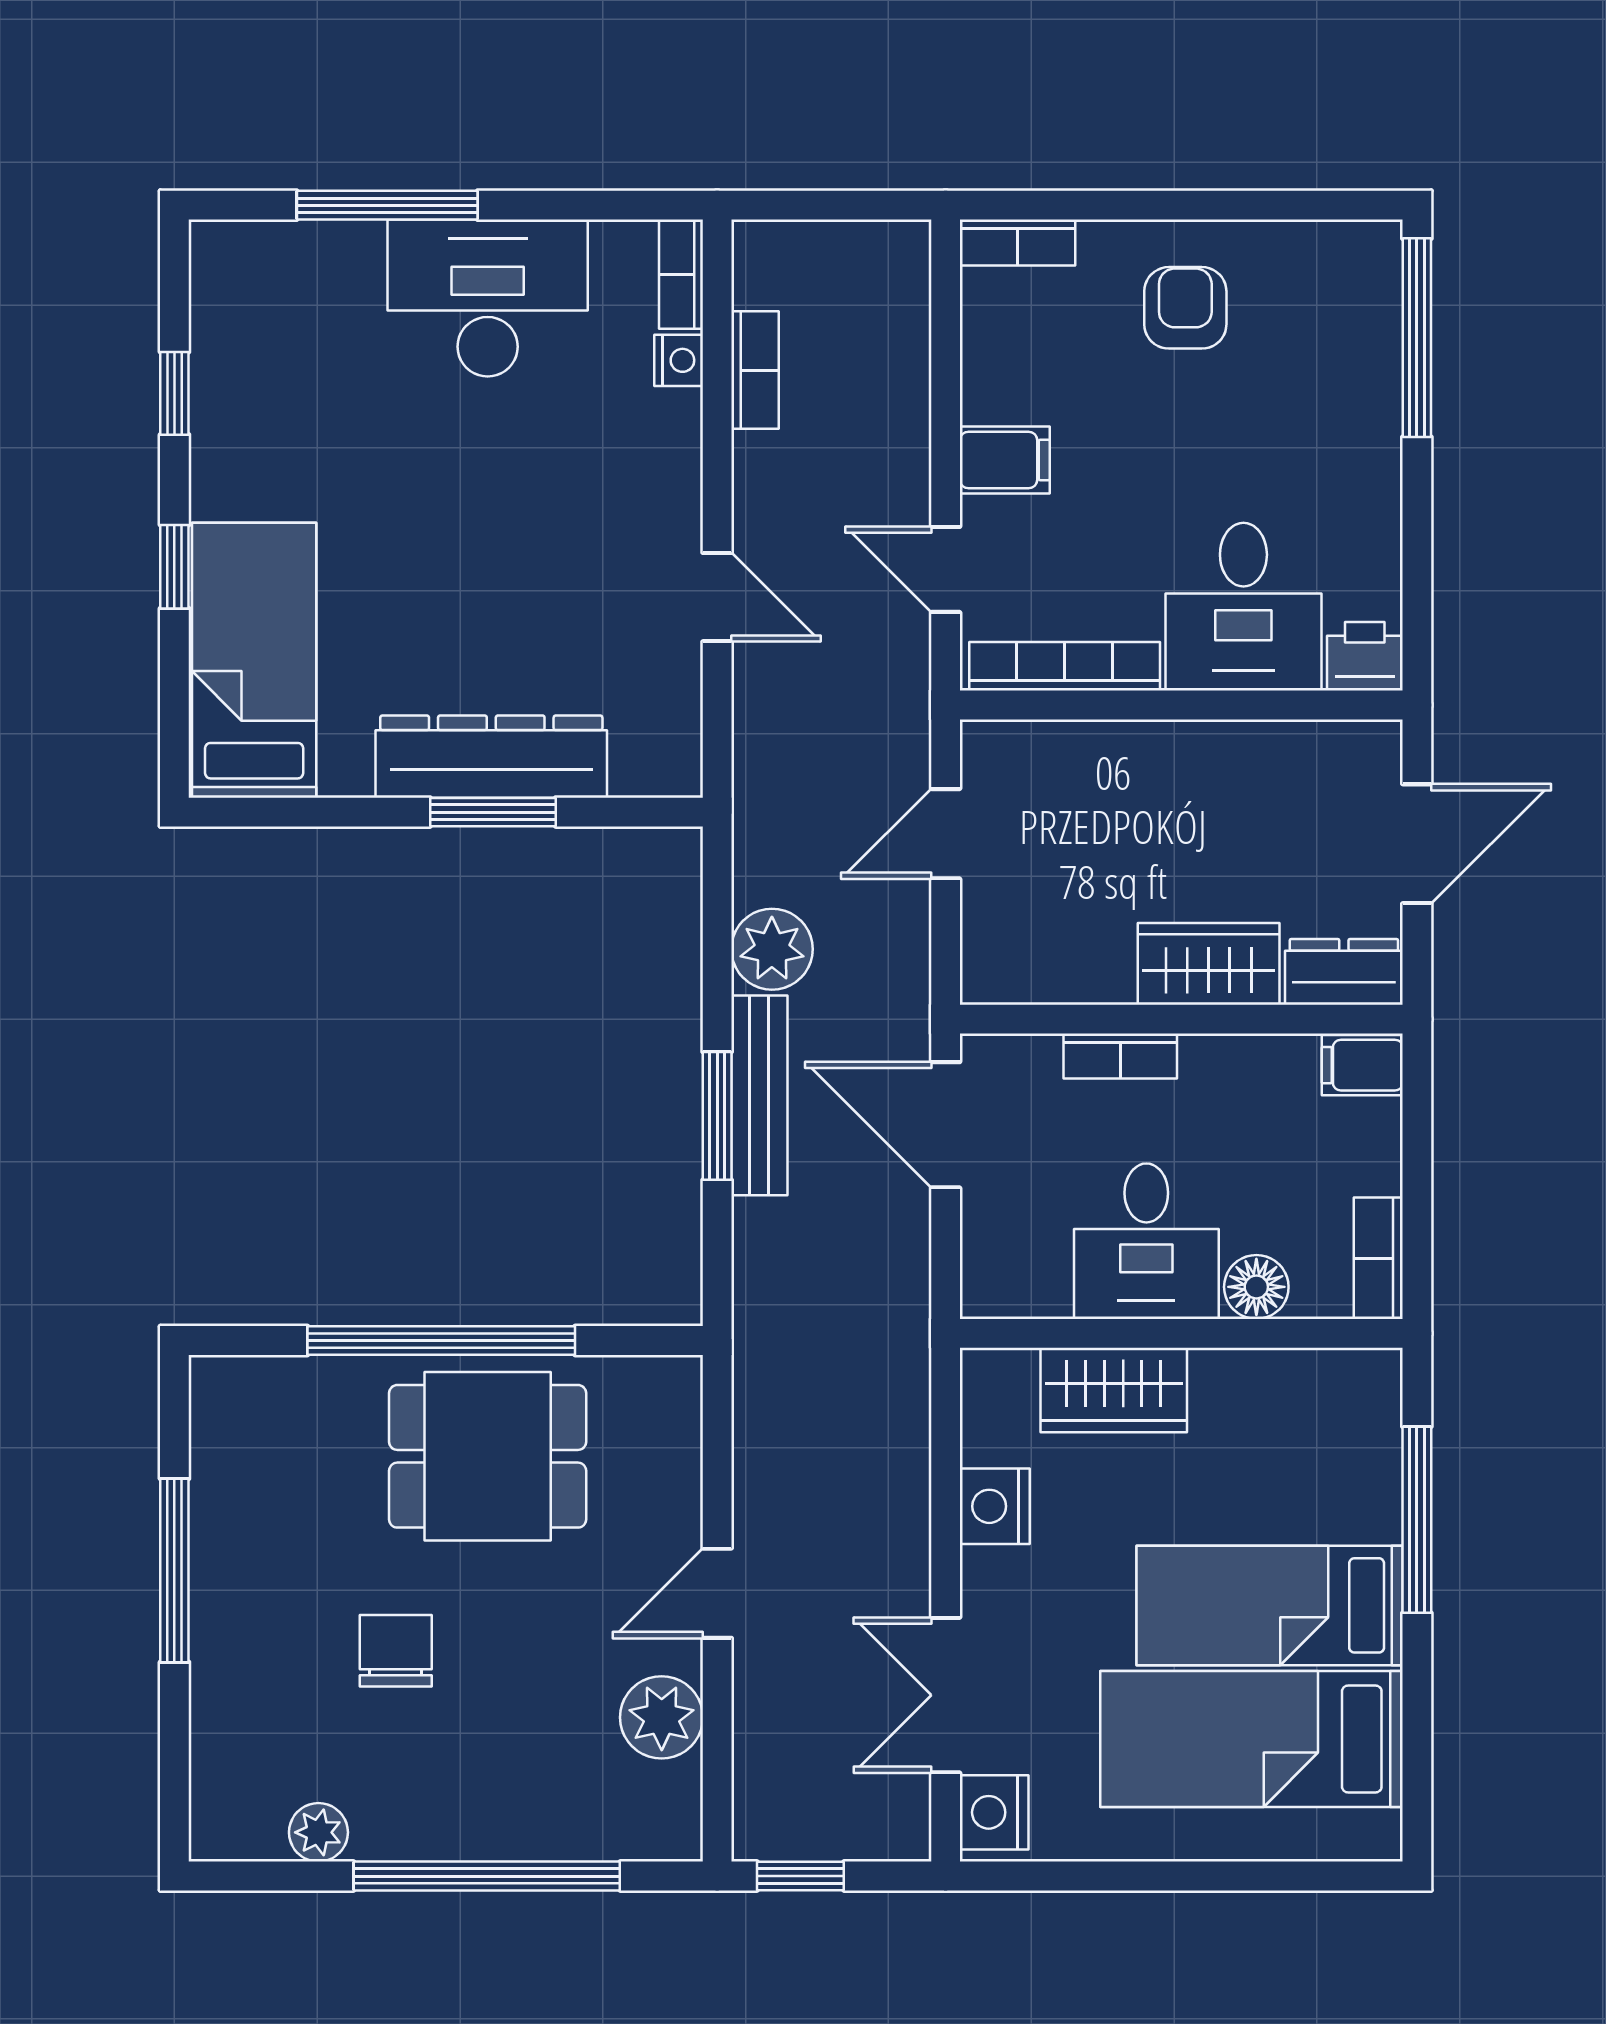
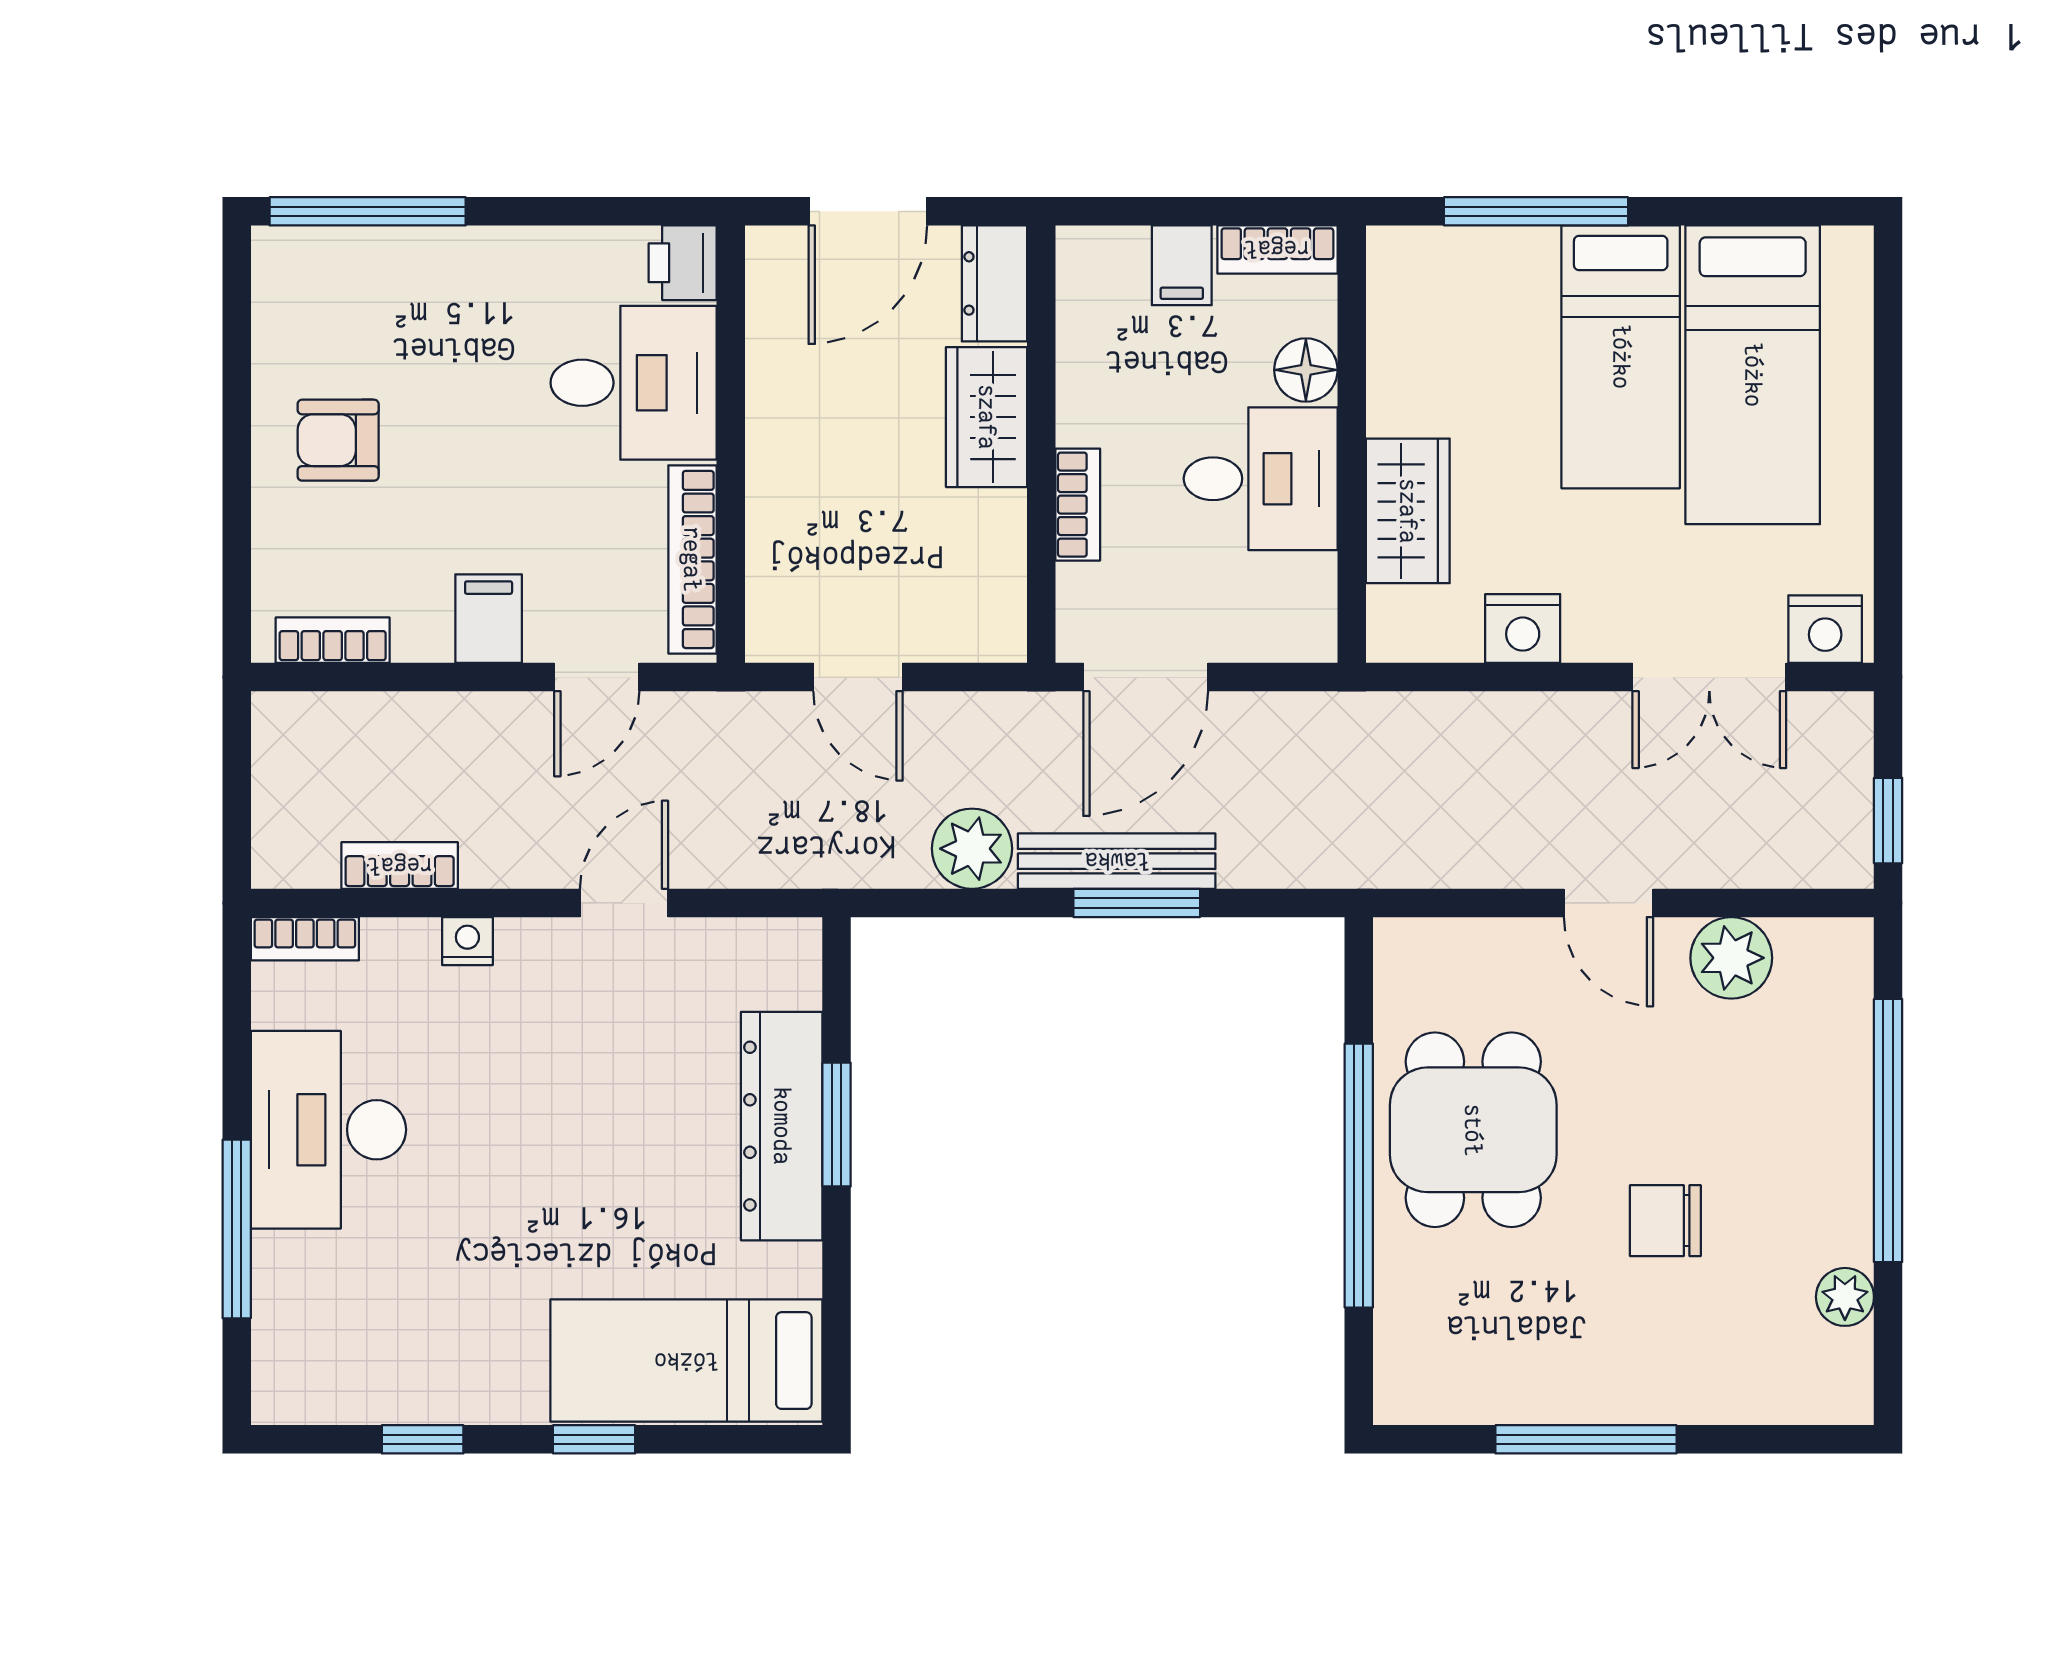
bookcase: (1018, 242) -> (333, 640), moved, turned -90
nightstand: (679, 360) -> (467, 941), moved
door: (1417, 844) -> (868, 211), swing flipped
filing cabinet: (1362, 1065) -> (1182, 265), moved

